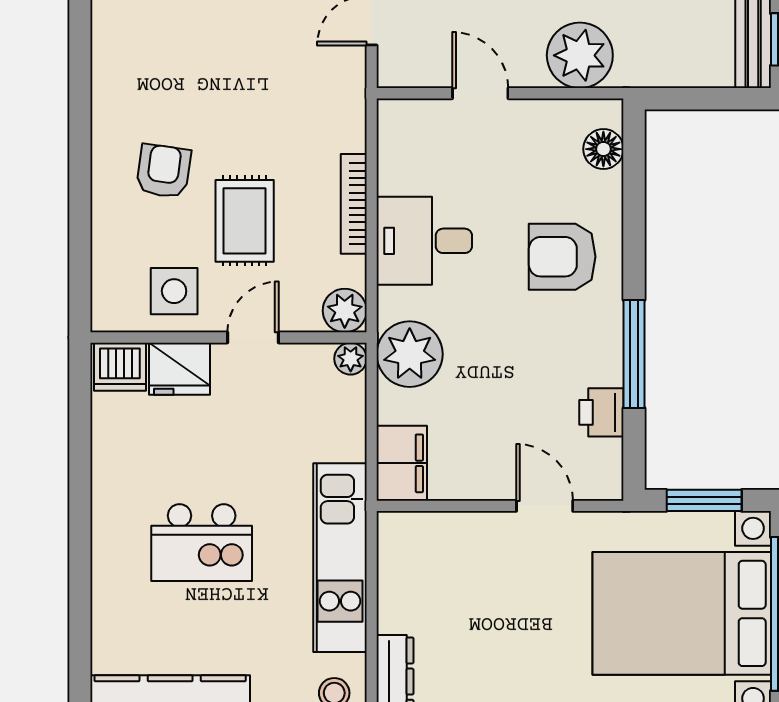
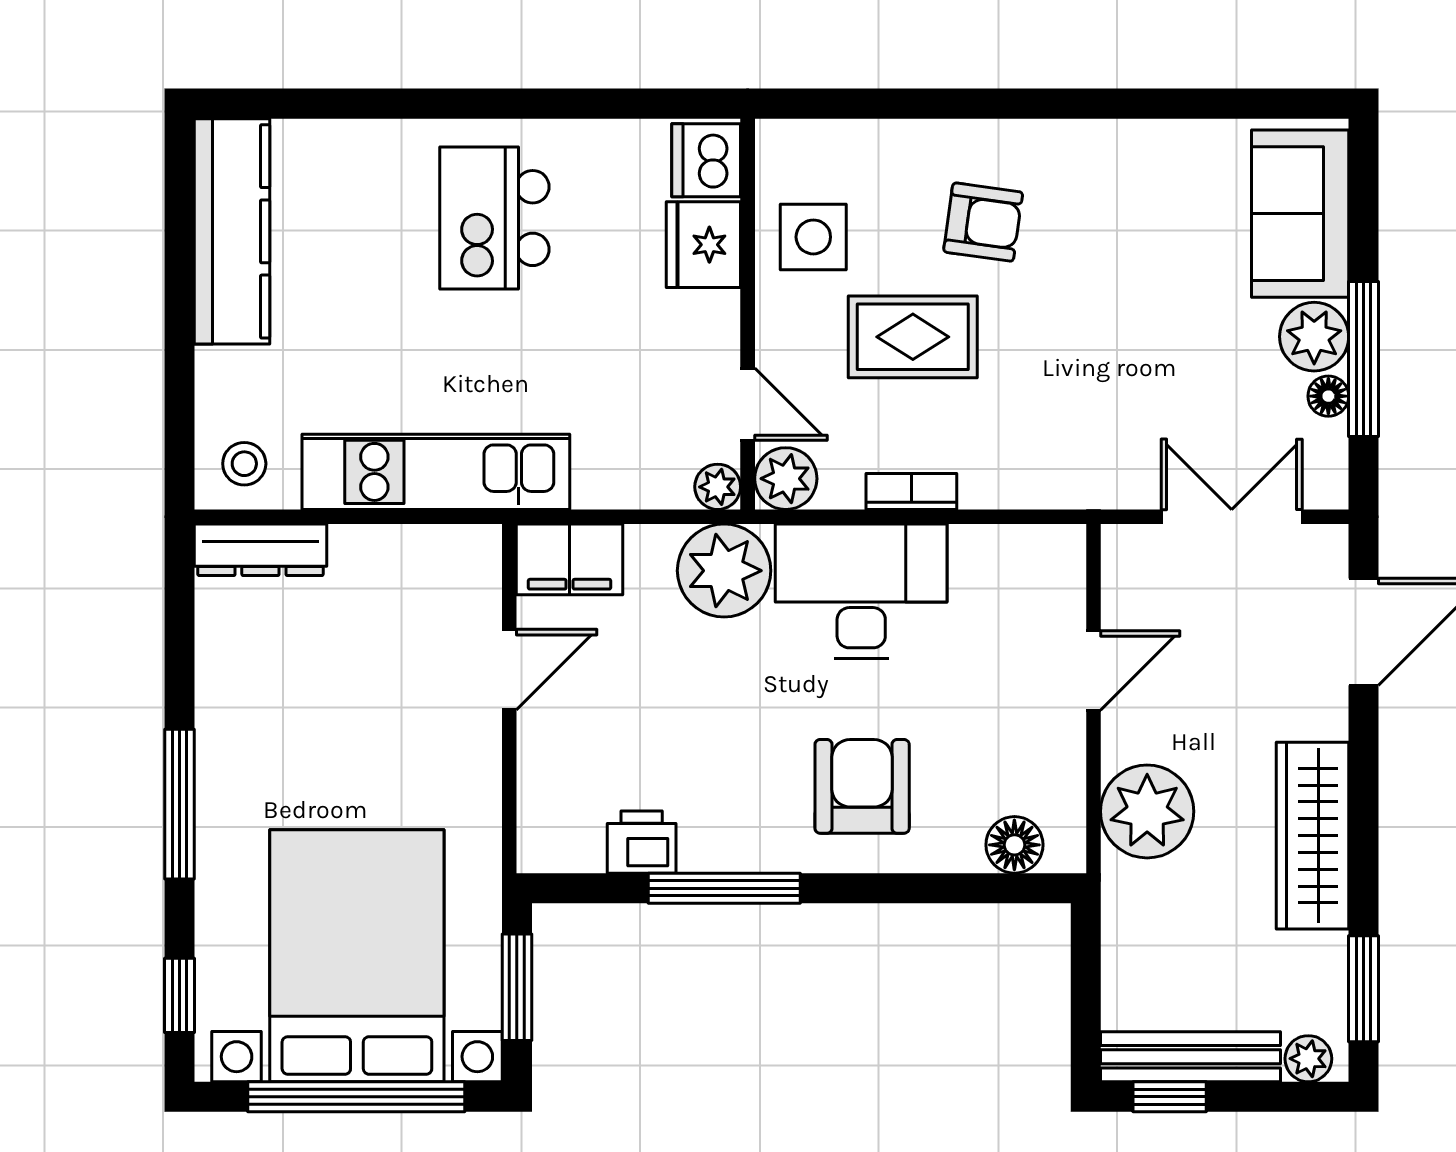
bookcase: (354, 204) -> (911, 491), width x0.64
desk: (424, 241) -> (861, 591), width x1.37
door: (253, 337) -> (748, 404), moved
door: (545, 506) -> (509, 670), moved
kitchen island: (202, 543) -> (494, 218), moved

